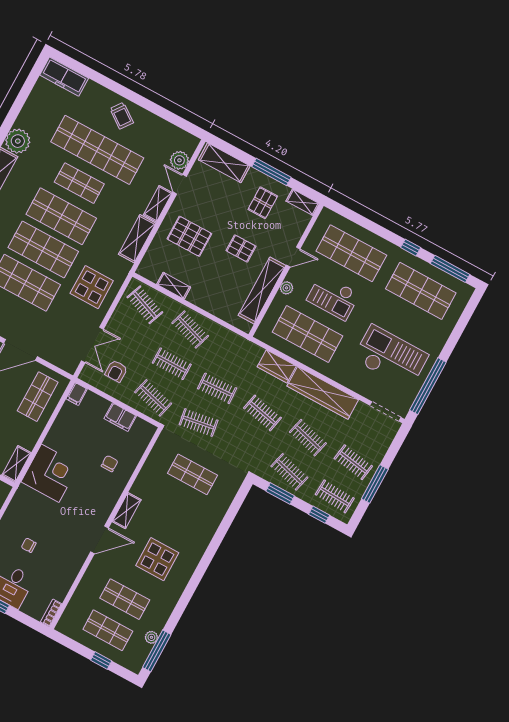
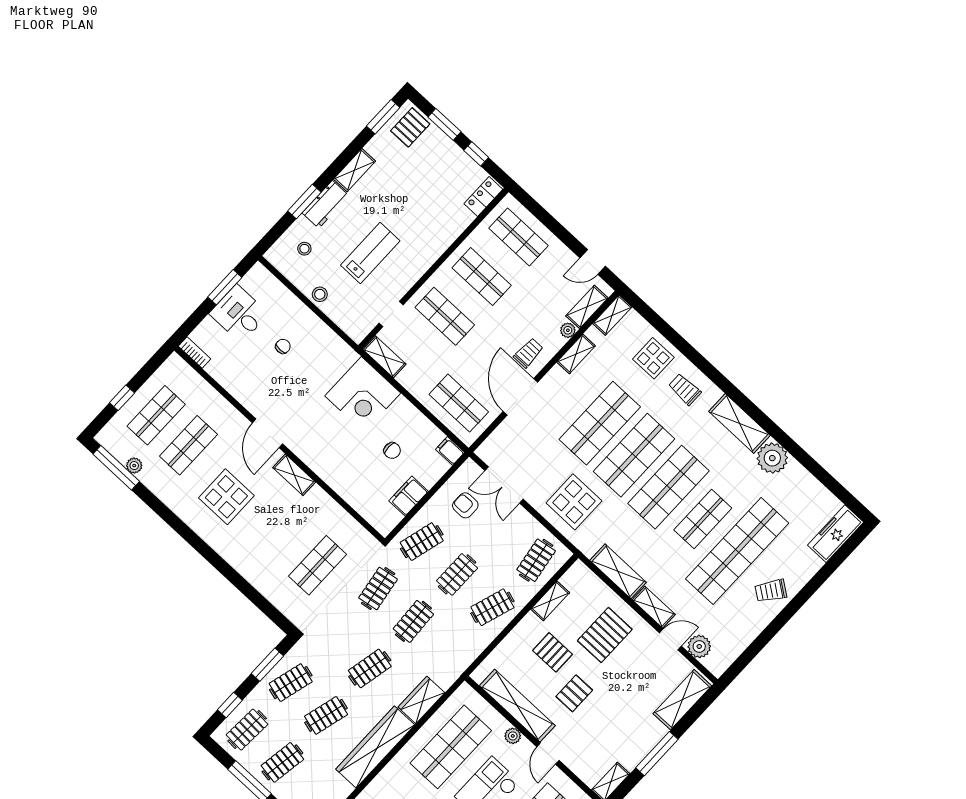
pallet: (263, 203) -> (552, 652), moved
clothes rail: (145, 305) -> (536, 560), turned -30
chair: (110, 464) -> (392, 450), moved

